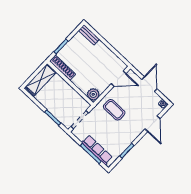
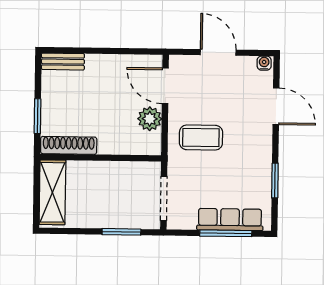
door: (119, 79) -> (165, 86), swing flipped
plant: (93, 94) -> (150, 119), moved

